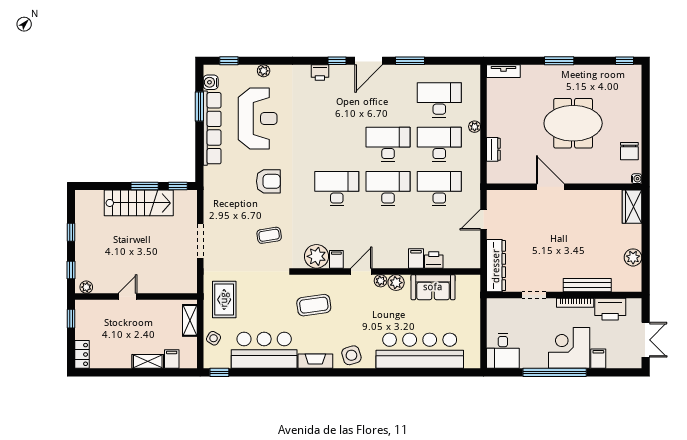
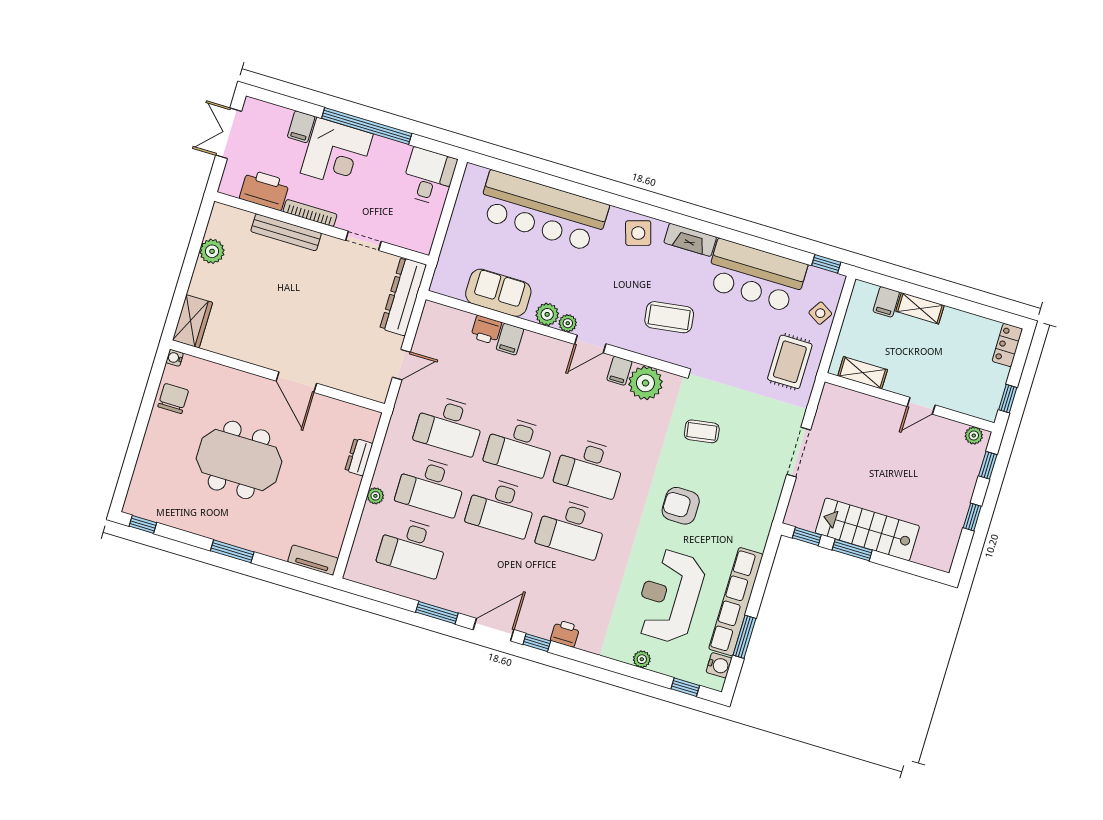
desk: (337, 144) -> (572, 528), added
shelving: (190, 320) -> (863, 373), moved, turned 90

